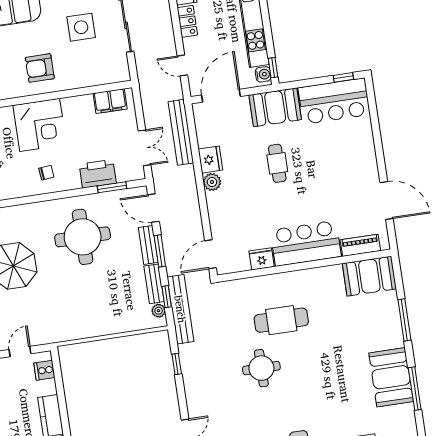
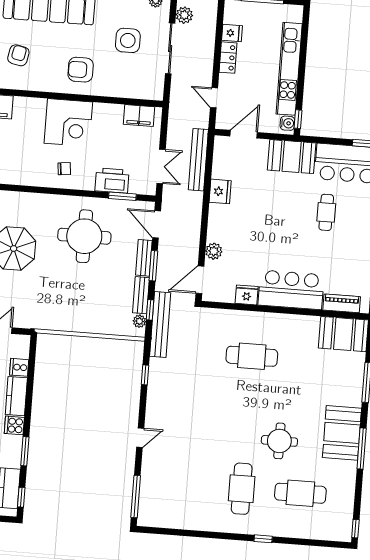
door: (221, 96) -> (244, 134), width x0.73
cafe table: (277, 163) -> (326, 212), moved
plant: (212, 182) -> (214, 251), moved
round table: (261, 368) -> (279, 441), moved
cooker: (44, 370) -> (19, 367), moved

